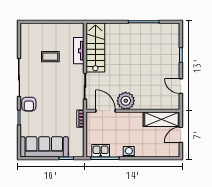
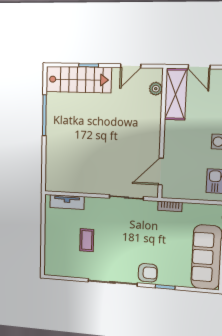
stairs: (95, 48) -> (78, 80), moved, turned 180
tv unit: (79, 51) -> (67, 202), moved
plant: (126, 101) -> (156, 89), moved, width x0.53, depth x0.53

